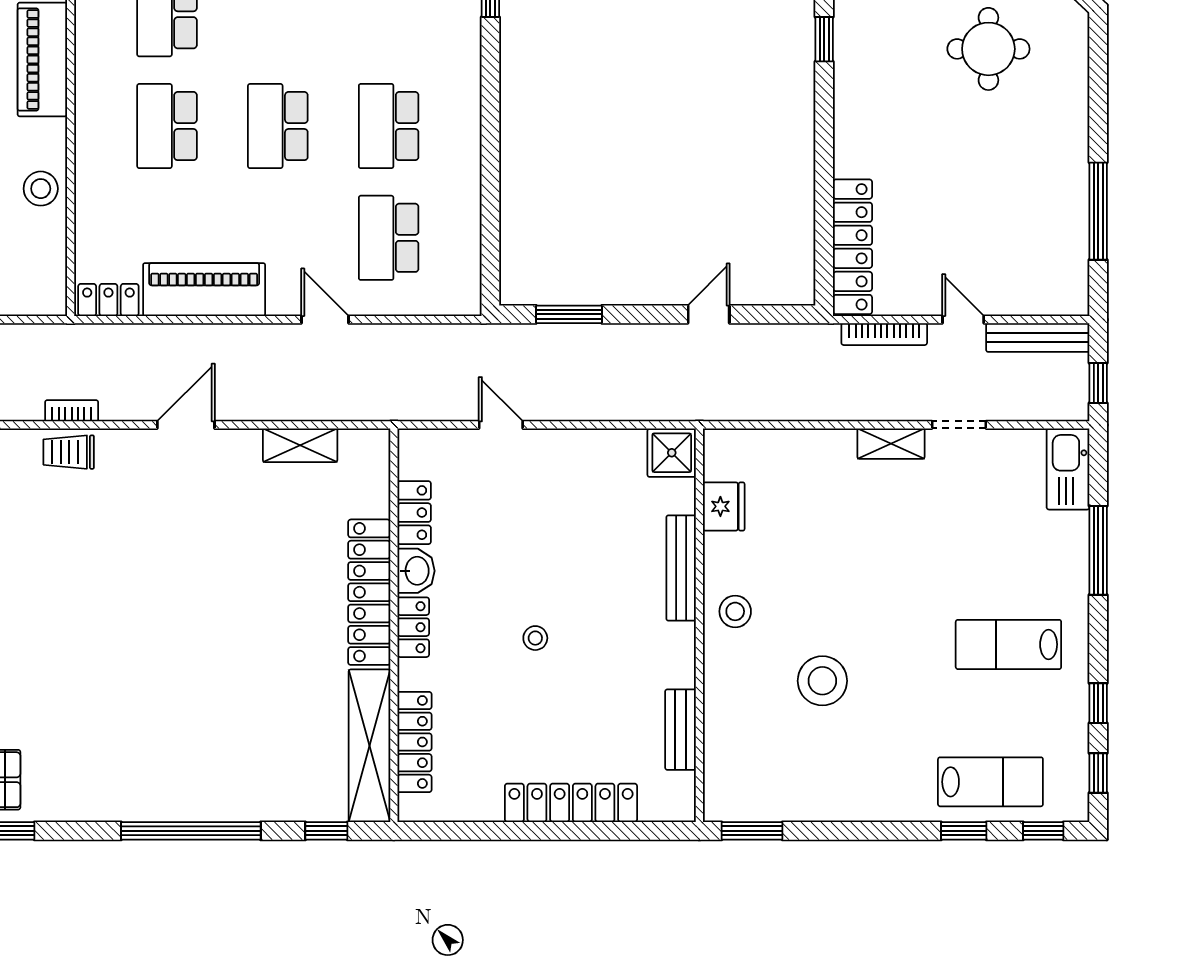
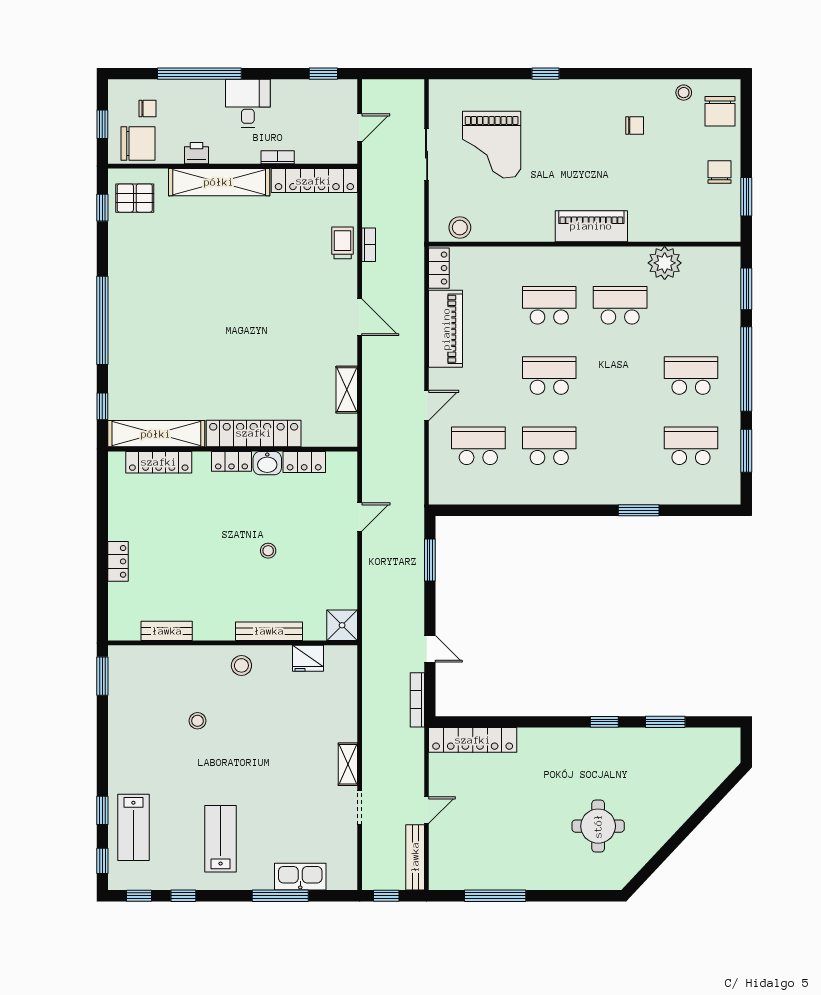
stool: (41, 189) -> (460, 228), moved
bookcase: (884, 334) -> (417, 700), moved
kitchen sink: (1068, 469) -> (300, 877), moved
stool: (535, 638) -> (268, 551), moved
stool: (822, 681) -> (197, 721), width x0.53, depth x0.53
locker: (571, 803) -> (118, 561), width x0.46, depth x0.83

